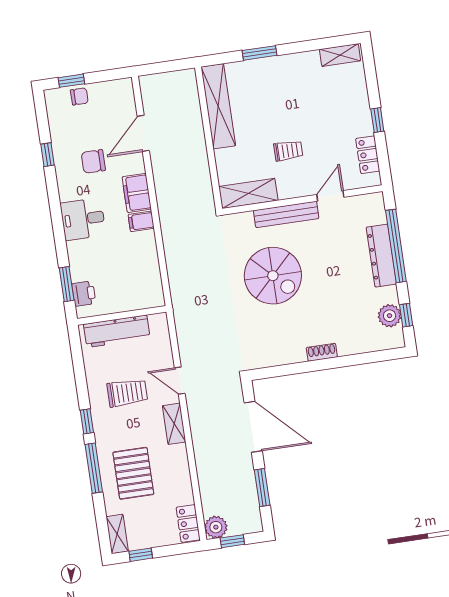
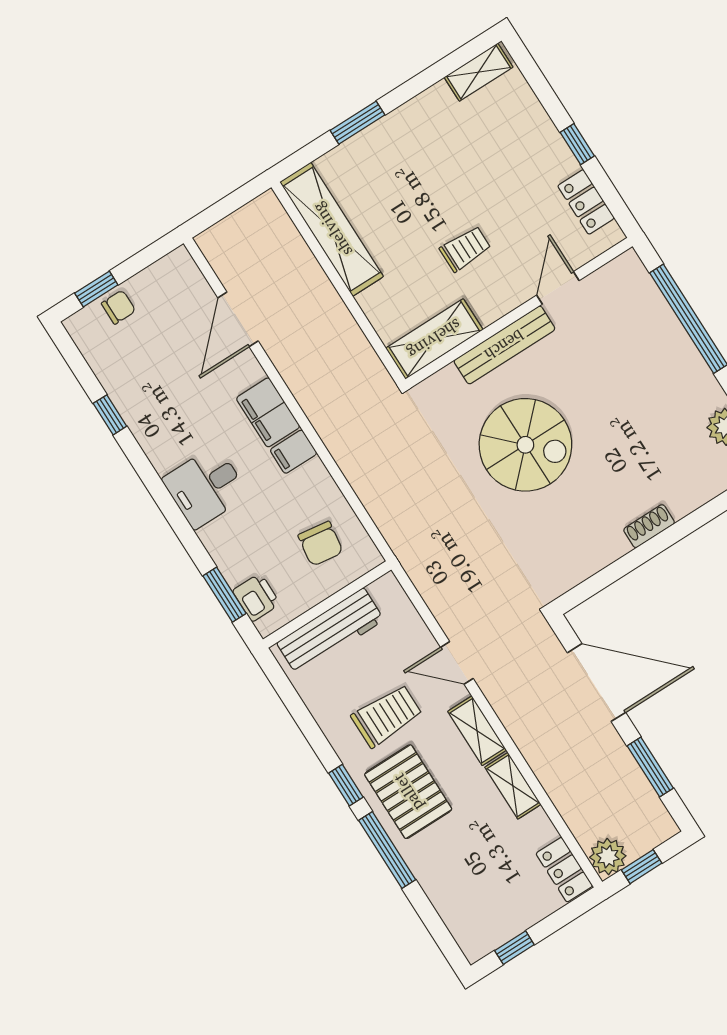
chair: (93, 161) -> (321, 544), moved, turned -82
dresser: (381, 256) -> (673, 343), removed
pallet: (133, 473) -> (408, 792), moved
shelving: (117, 534) -> (513, 786), moved

